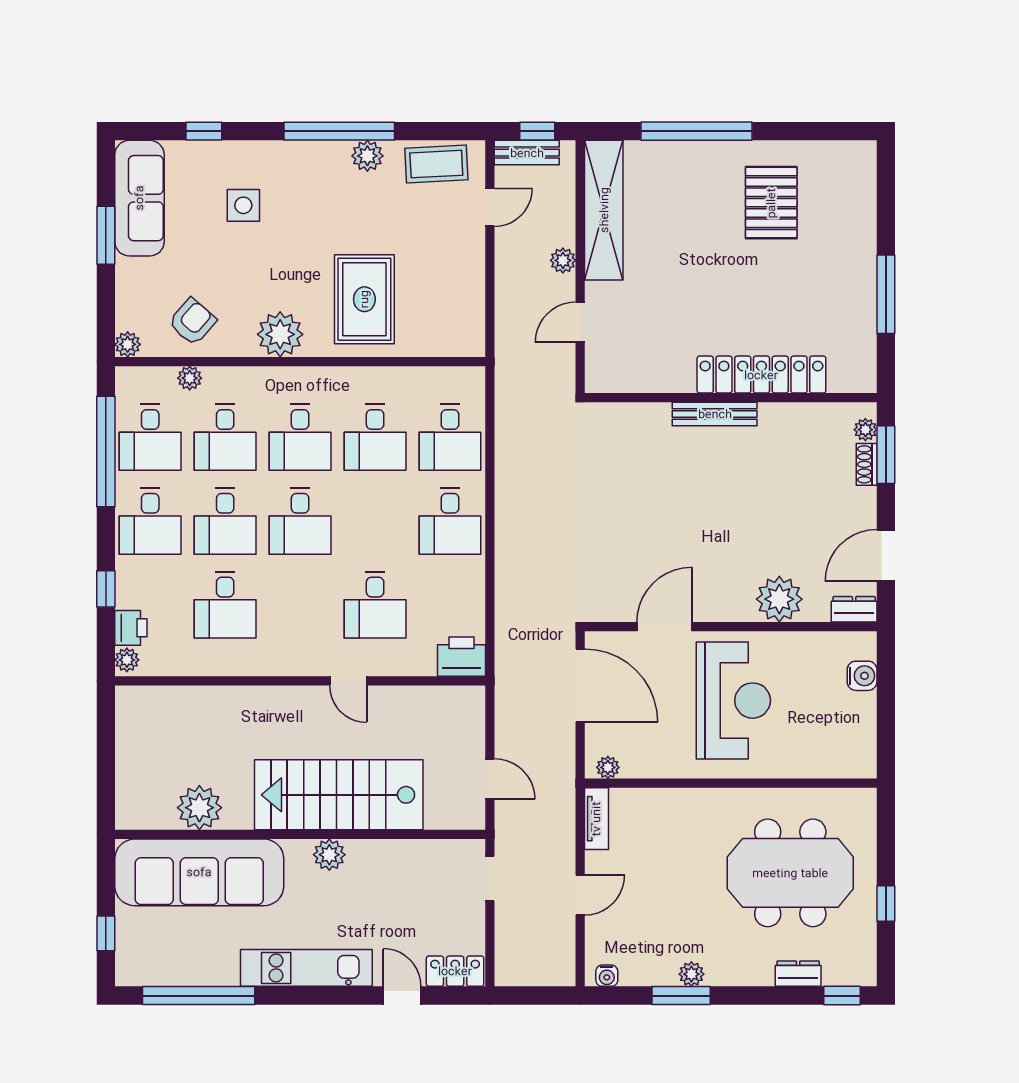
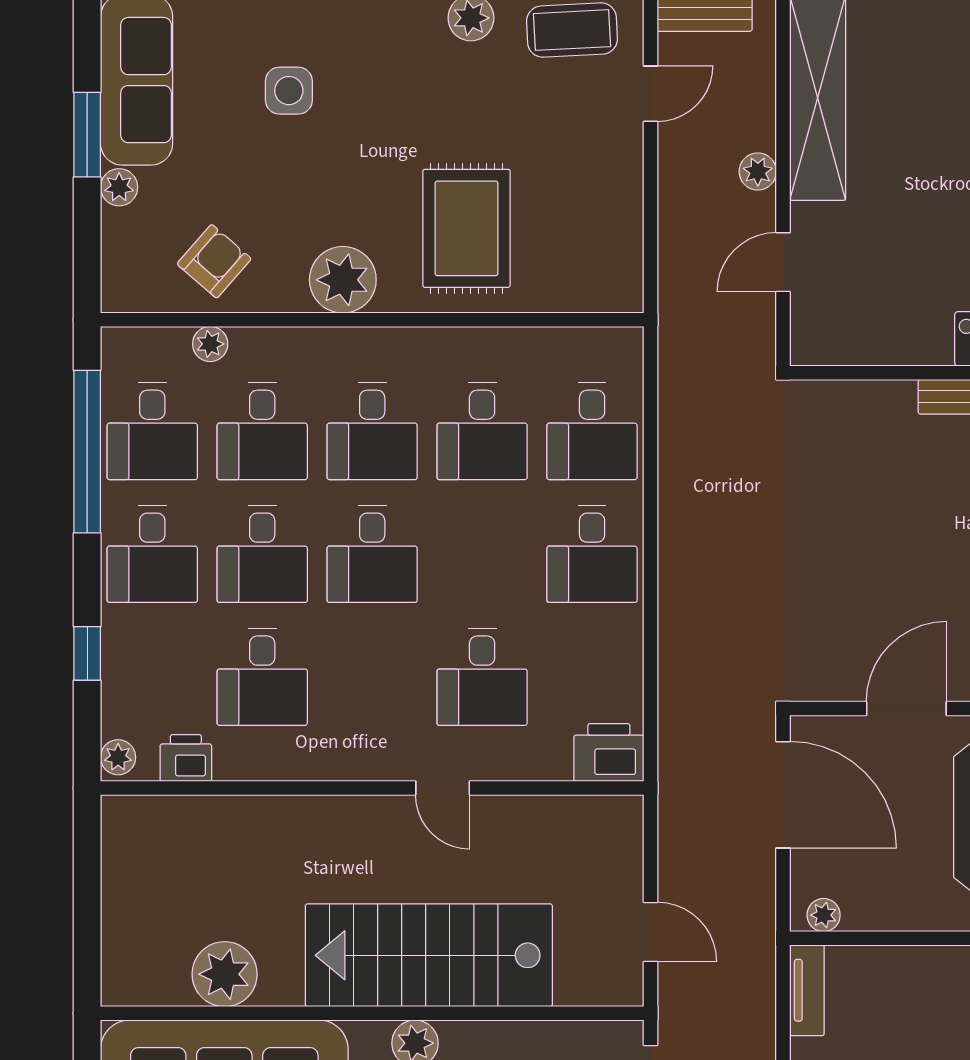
plant: (128, 344) -> (119, 187), moved
printer: (131, 628) -> (186, 758), moved, turned -90

